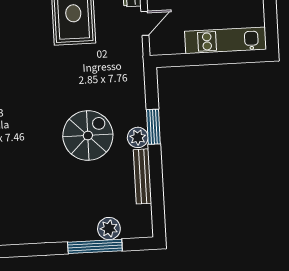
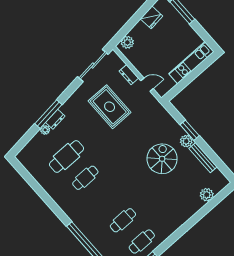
door: (145, 23) -> (147, 85), hinge flipped
window: (95, 246) -> (207, 208), removed

